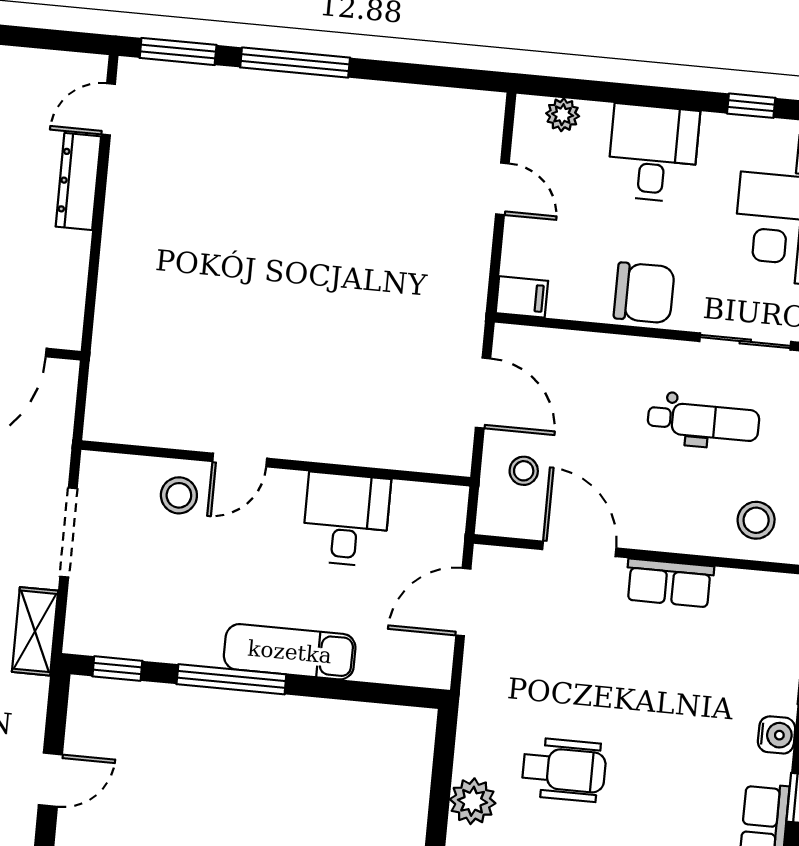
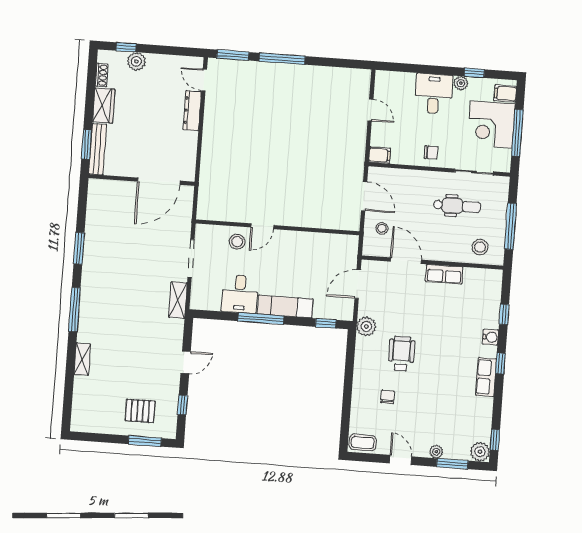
door: (109, 109) -> (204, 80), hinge flipped
plant: (563, 115) -> (461, 83), moved
chair: (644, 293) -> (431, 152), width x0.54, depth x0.54
desk: (346, 520) -> (240, 294), moved, turned 180
window: (117, 669) -> (326, 323), moved
wheelchair: (564, 770) -> (401, 354), turned -90
plant: (473, 801) -> (366, 326), moved

